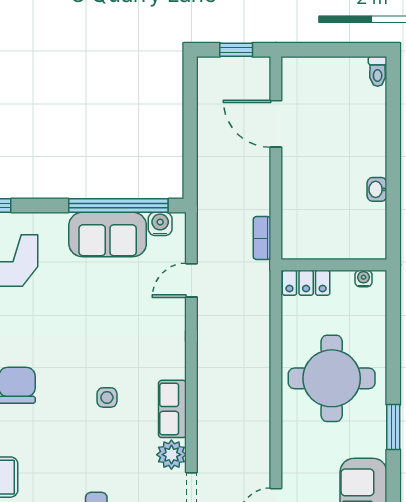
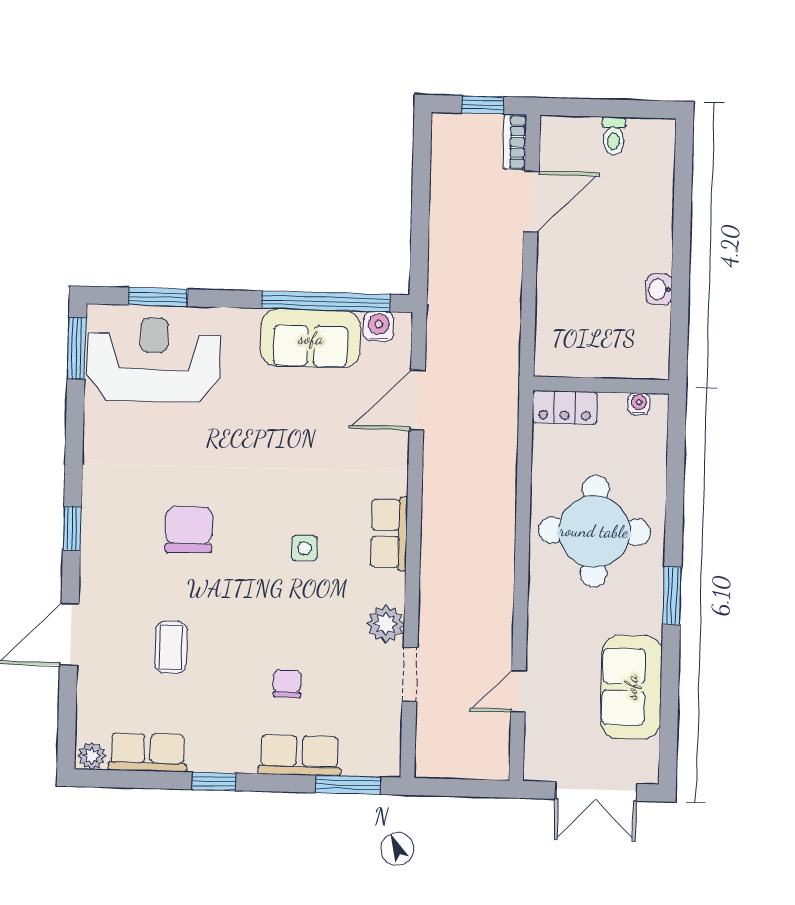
toilet: (378, 71) -> (614, 136), moved
door: (276, 124) -> (531, 201), swing flipped
bookcase: (262, 238) -> (515, 142), moved
door: (191, 280) -> (417, 400), width x1.38
row of seats: (172, 409) -> (389, 533), moved

